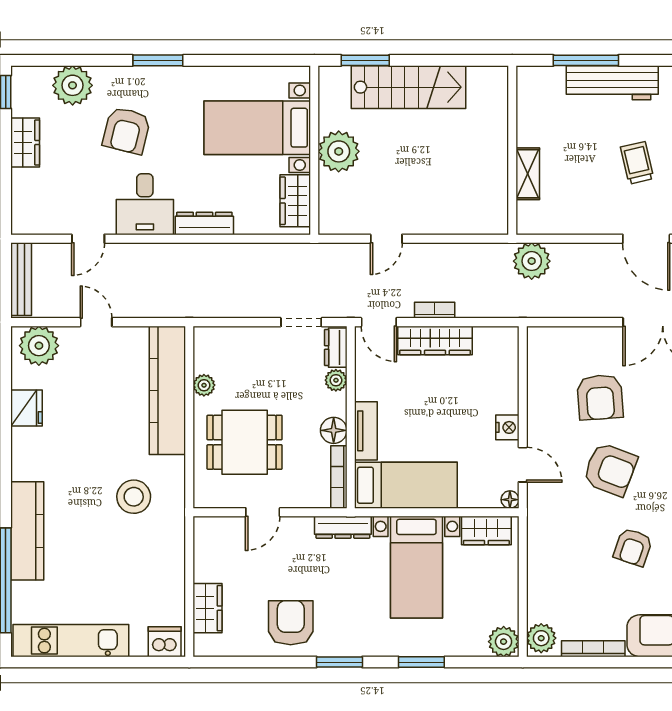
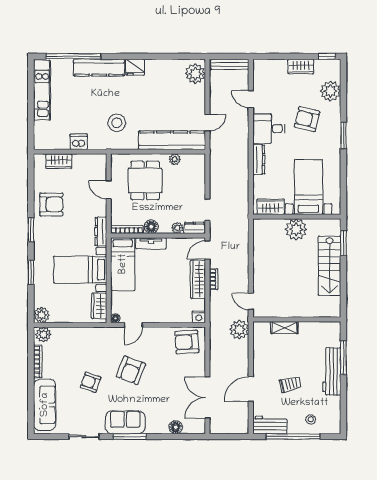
door: (386, 239) -> (251, 301), moved
door: (96, 322) -> (207, 123), moved
armchair: (600, 397) -> (187, 342), moved
fridge: (26, 408) -> (135, 67), moved
nightstand: (507, 427) -> (199, 317), moved
dishwasher: (165, 642) -> (79, 142), moved, turned -90

